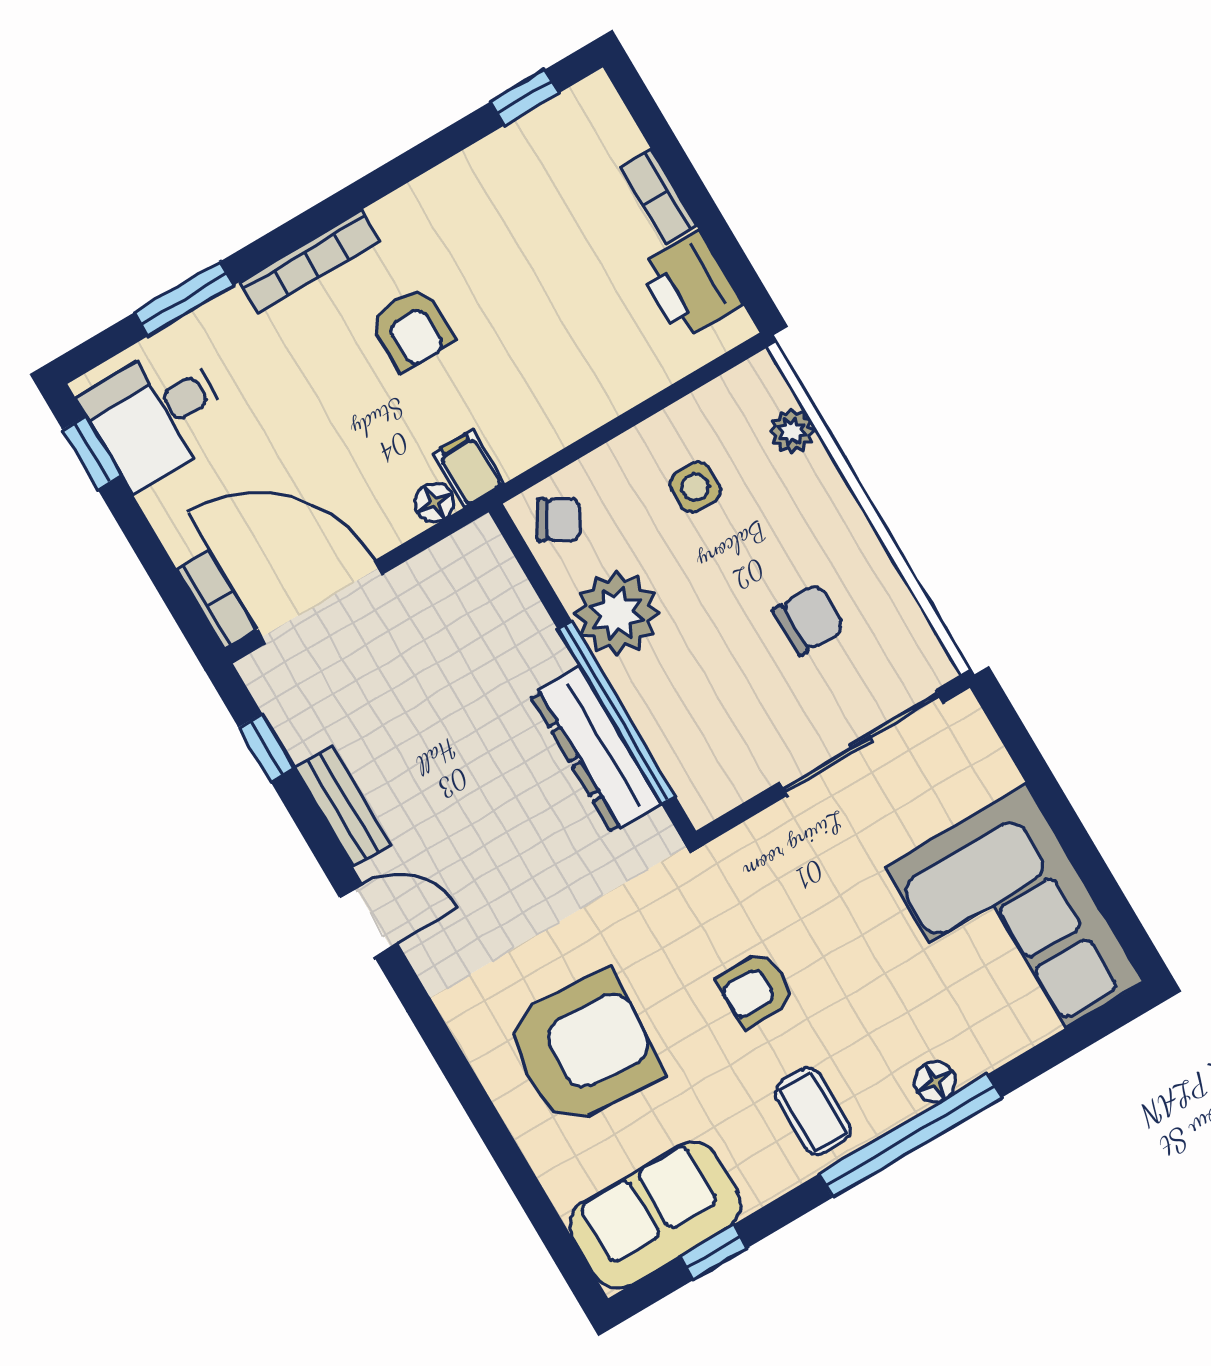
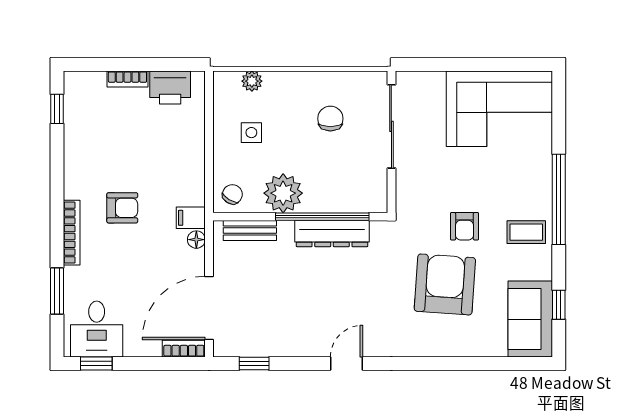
bench: (342, 806) -> (250, 230), moved
armchair: (583, 1048) -> (445, 284), moved
floor lamp: (935, 1082) -> (543, 177), removed

